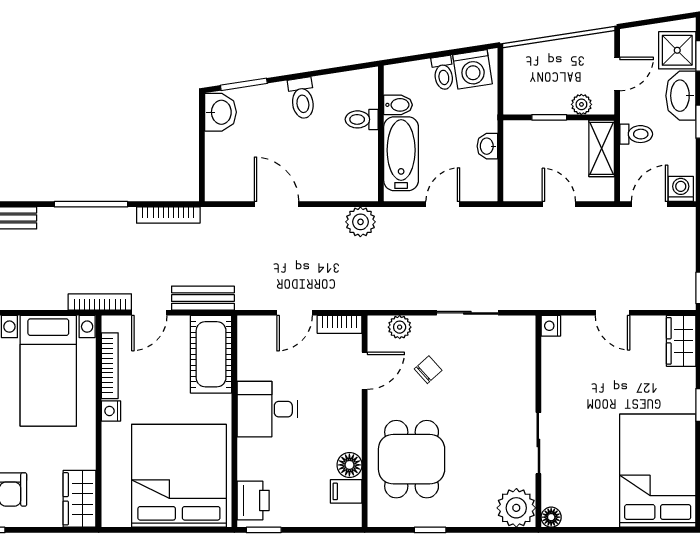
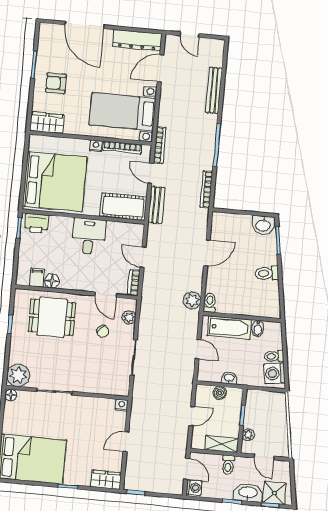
toilet: (362, 119) -> (210, 303), moved
boiler: (515, 160) -> (220, 393), added

